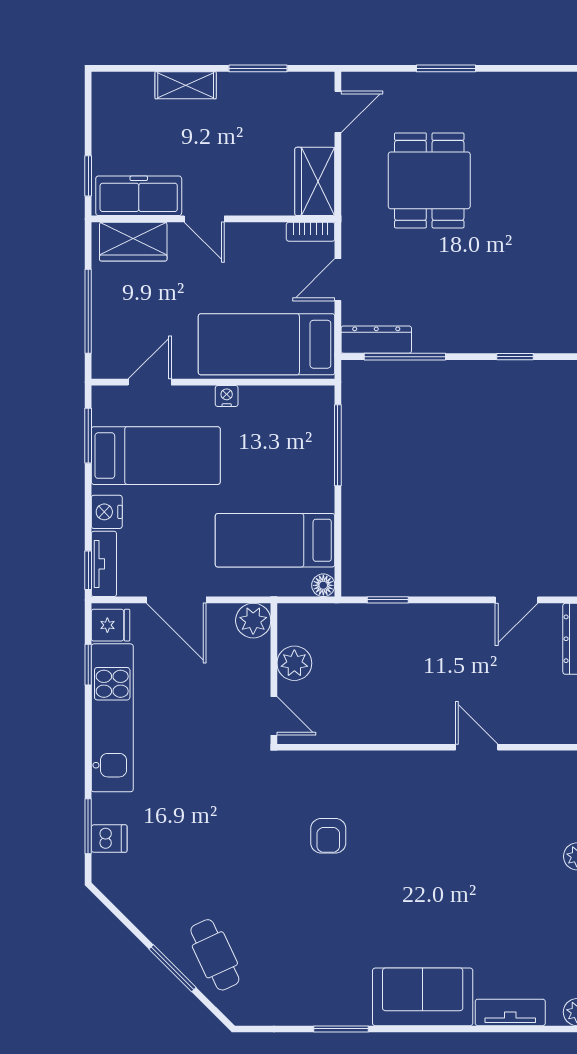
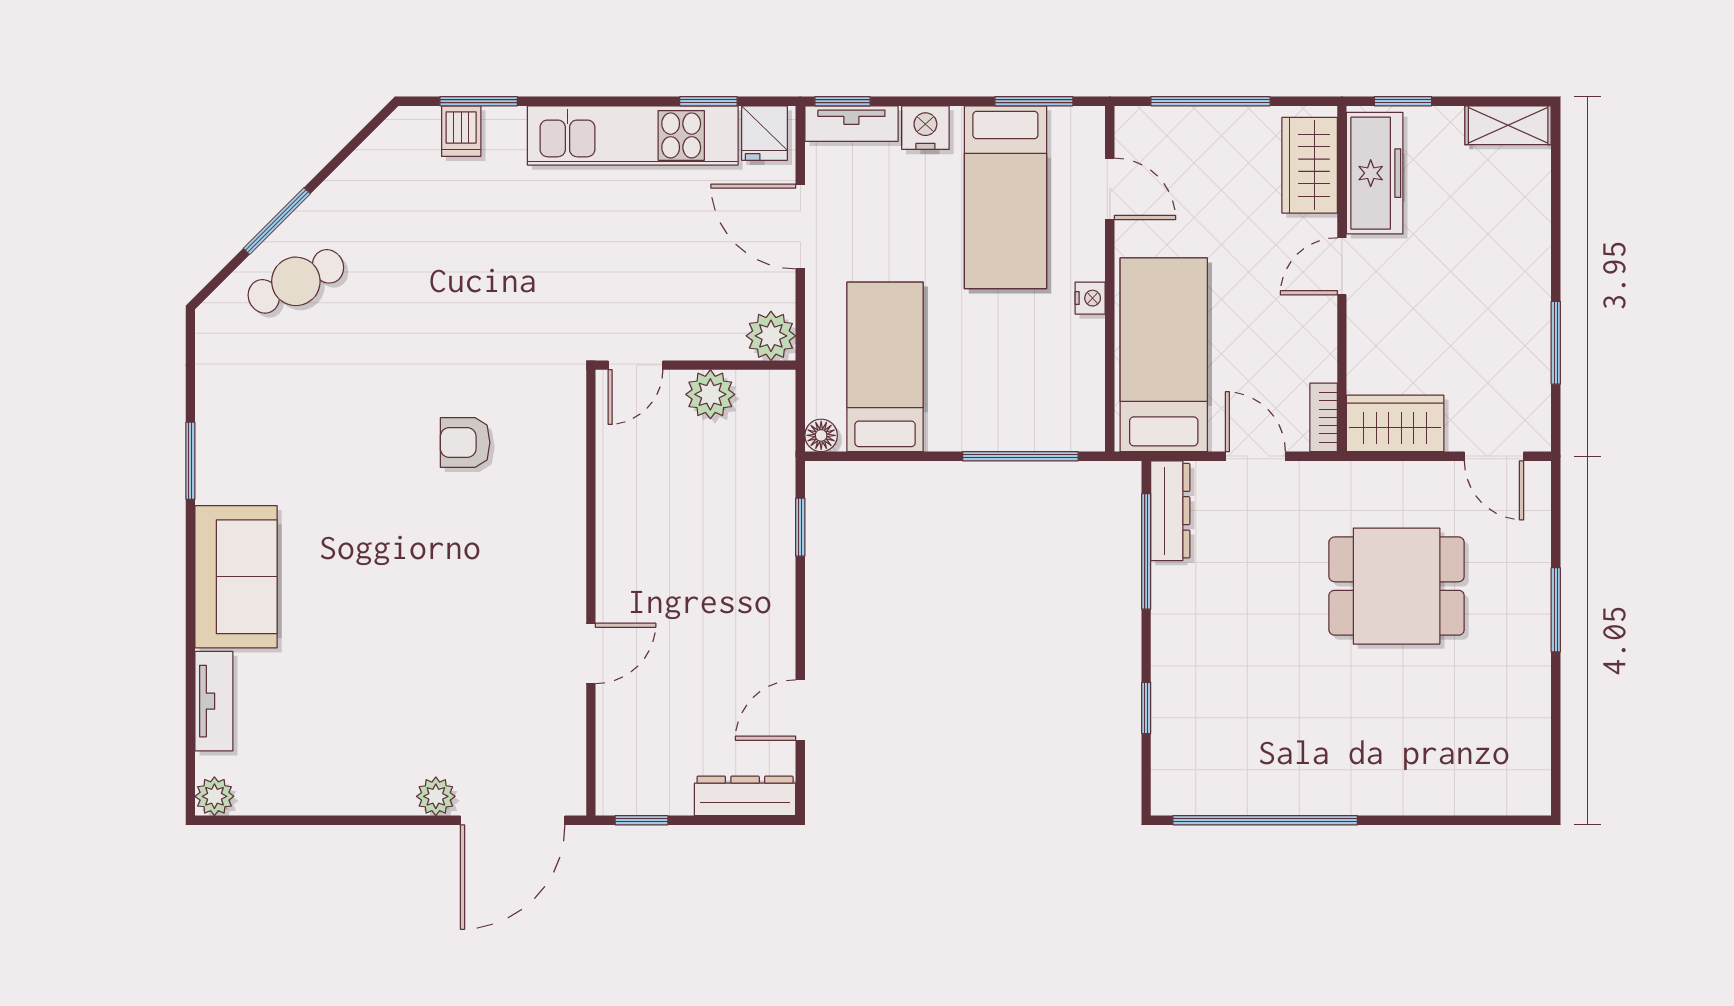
shelving: (186, 85) -> (1508, 125), moved, turned 90
door: (176, 600) -> (800, 226), hinge flipped
door: (517, 600) -> (800, 710), hinge flipped

